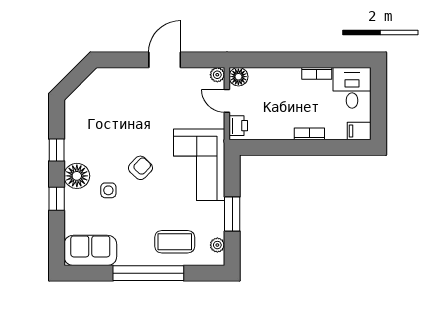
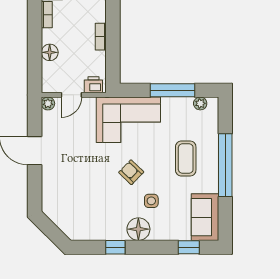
floor lamp: (238, 77) -> (50, 52), moved
bookcase: (309, 134) -> (101, 37), moved
window: (57, 199) -> (189, 247), moved
window: (232, 214) -> (173, 90), width x1.44
coffee table: (175, 242) -> (186, 158), moved

